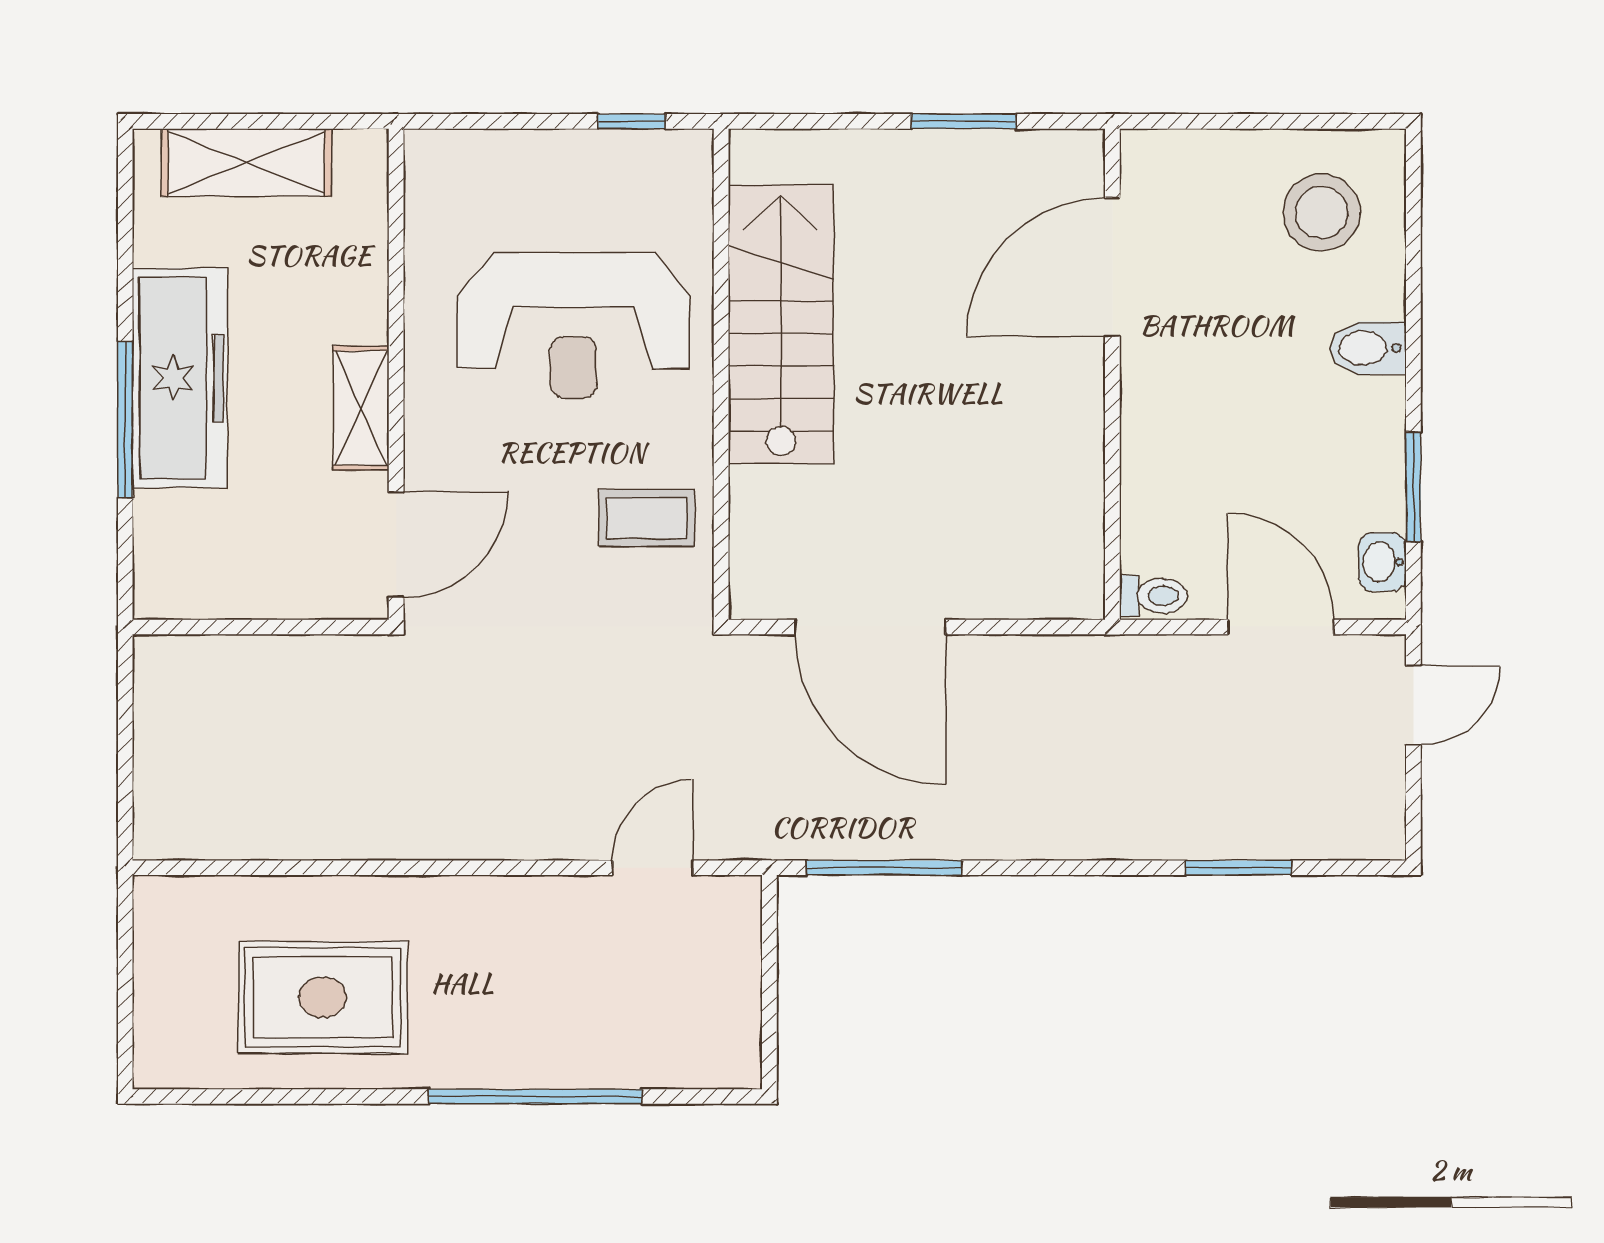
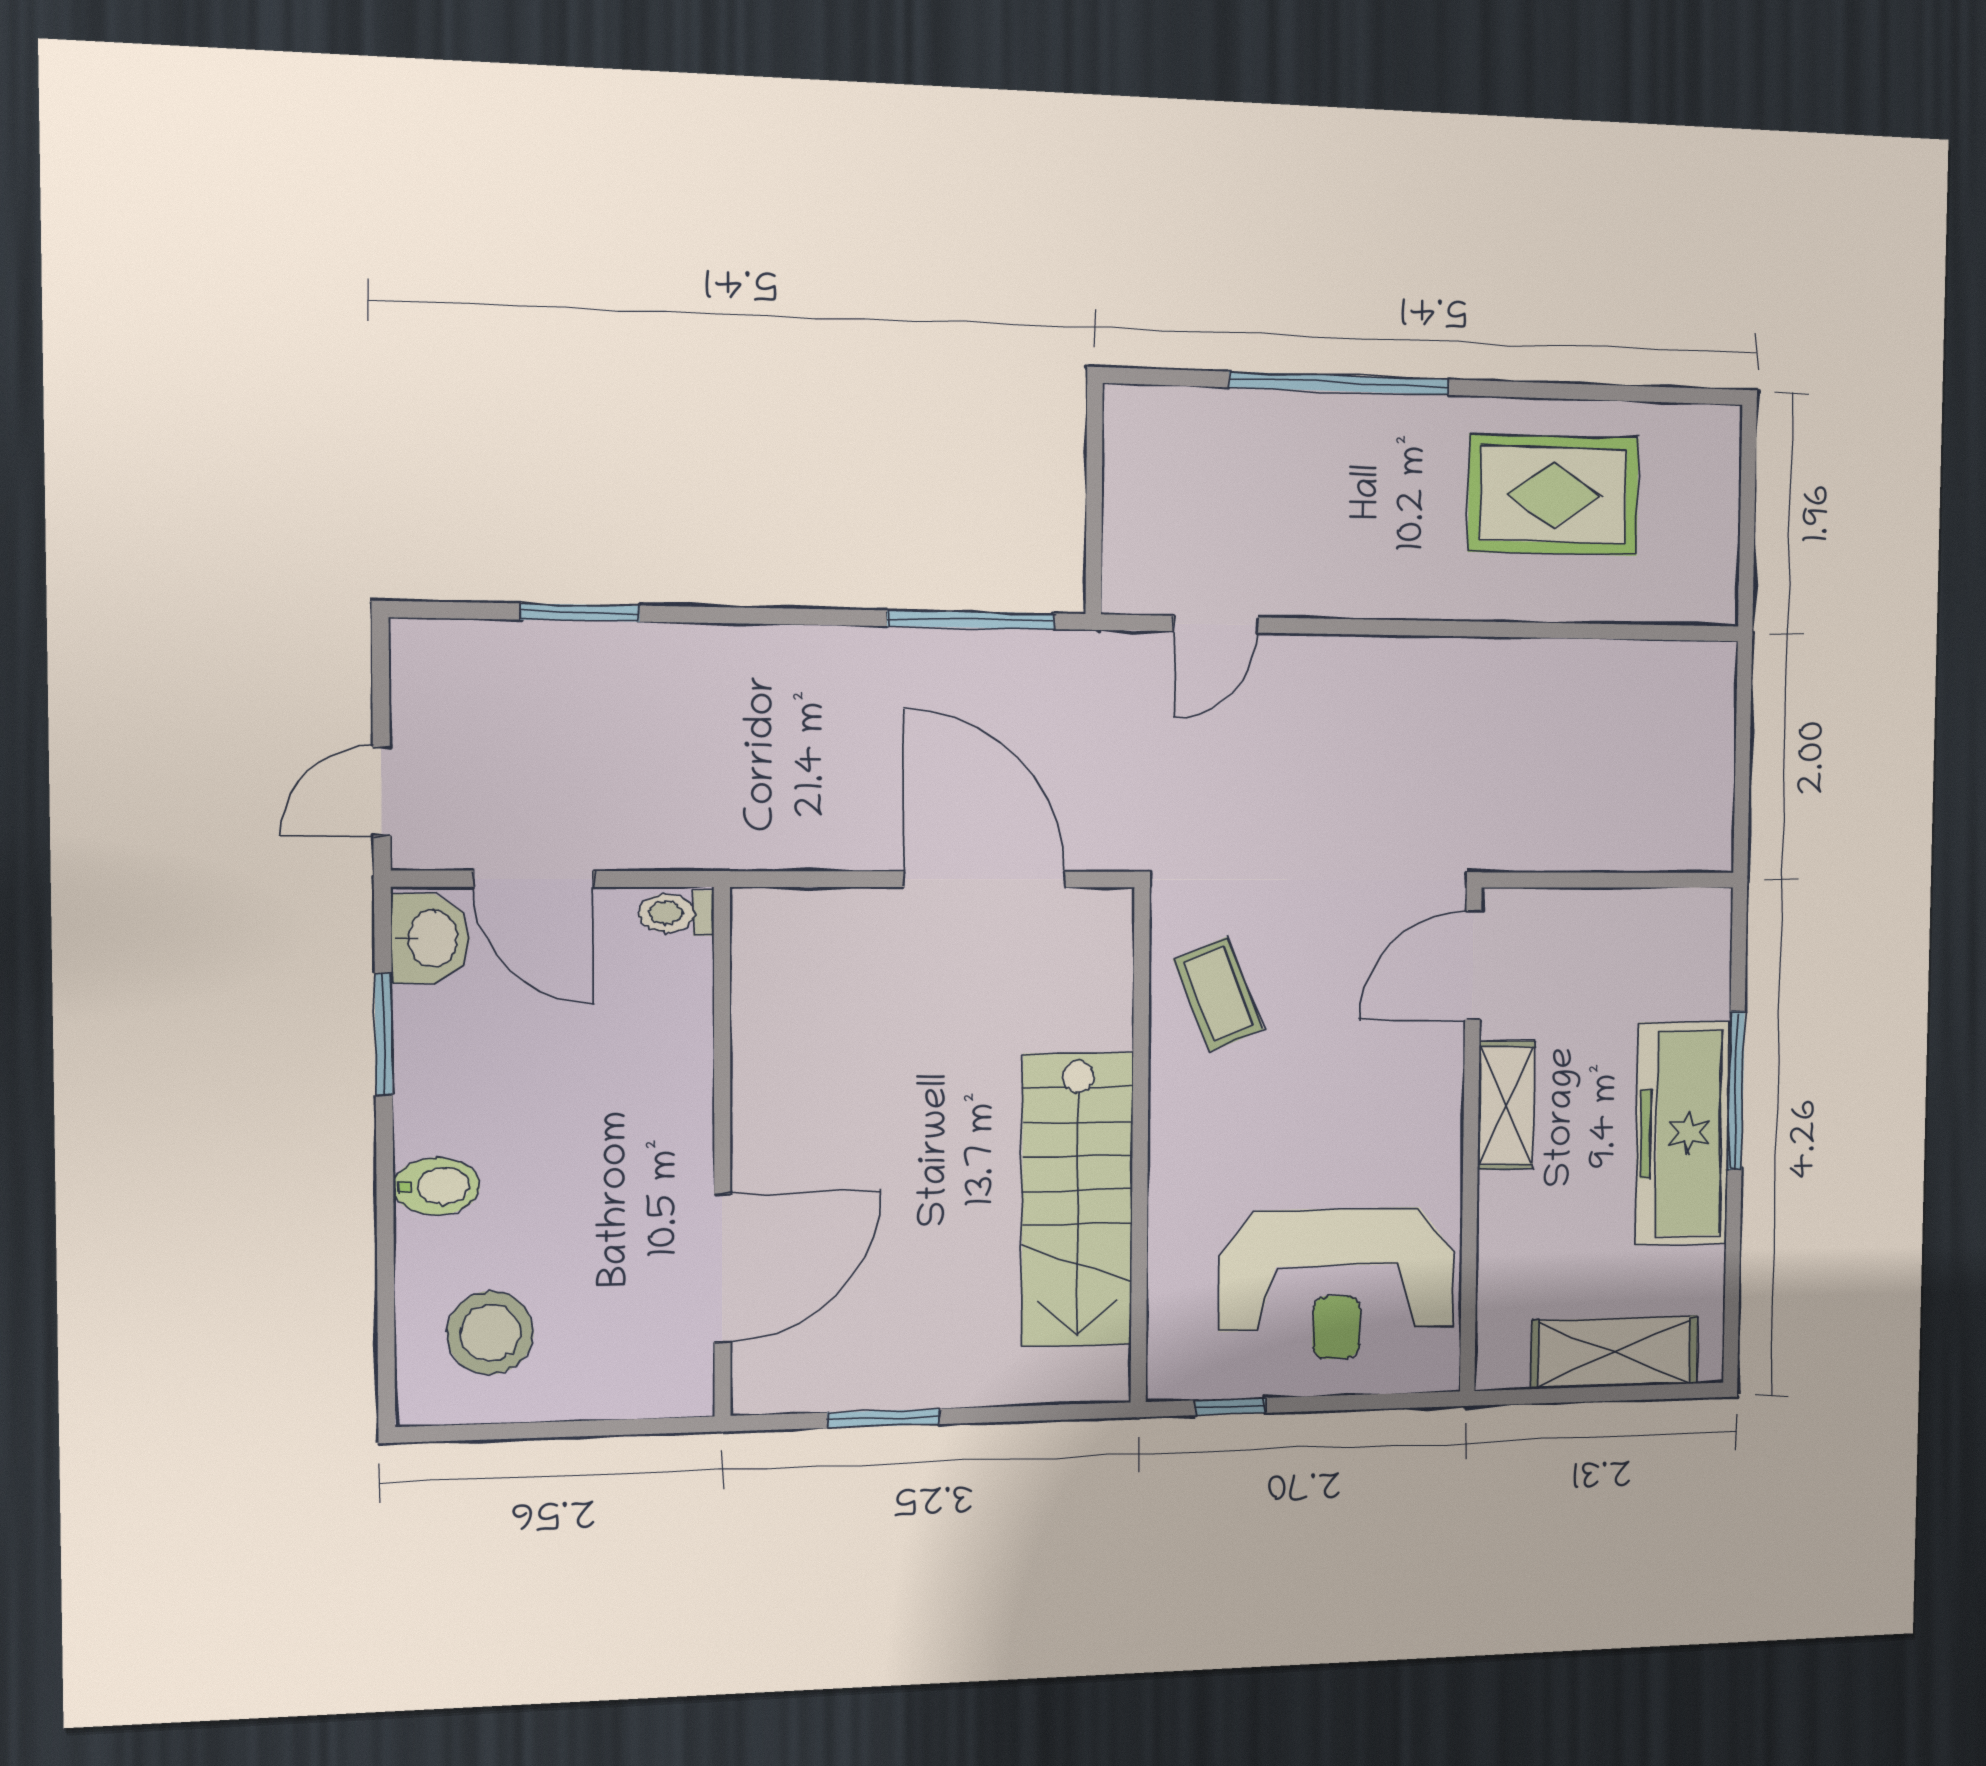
reception desk: (574, 325) -> (1337, 1284), moved, turned 180
coffee table: (647, 518) -> (1219, 994), turned 68
washbasin: (1382, 562) -> (430, 939), width x1.38, depth x1.45

